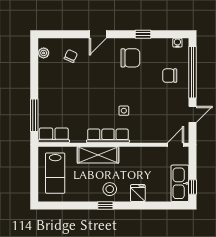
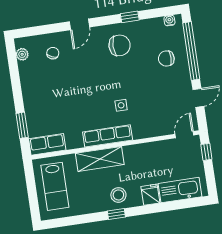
window: (34, 115) -> (22, 125), width x0.69
kitchen sink: (180, 183) -> (180, 190), moved, turned 90
window: (193, 187) -> (206, 152), moved

